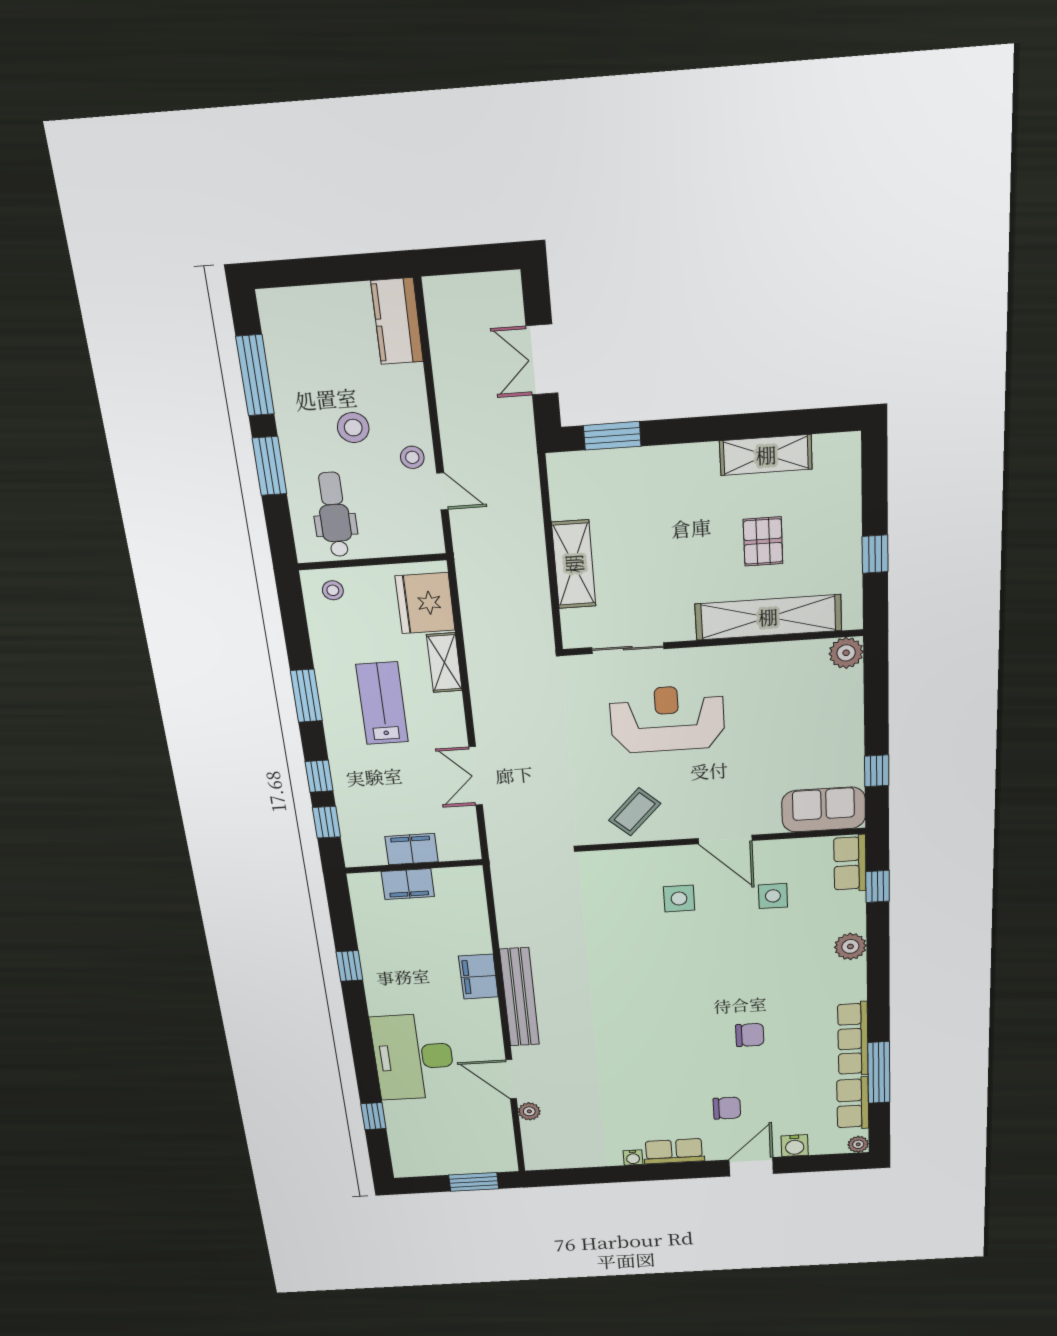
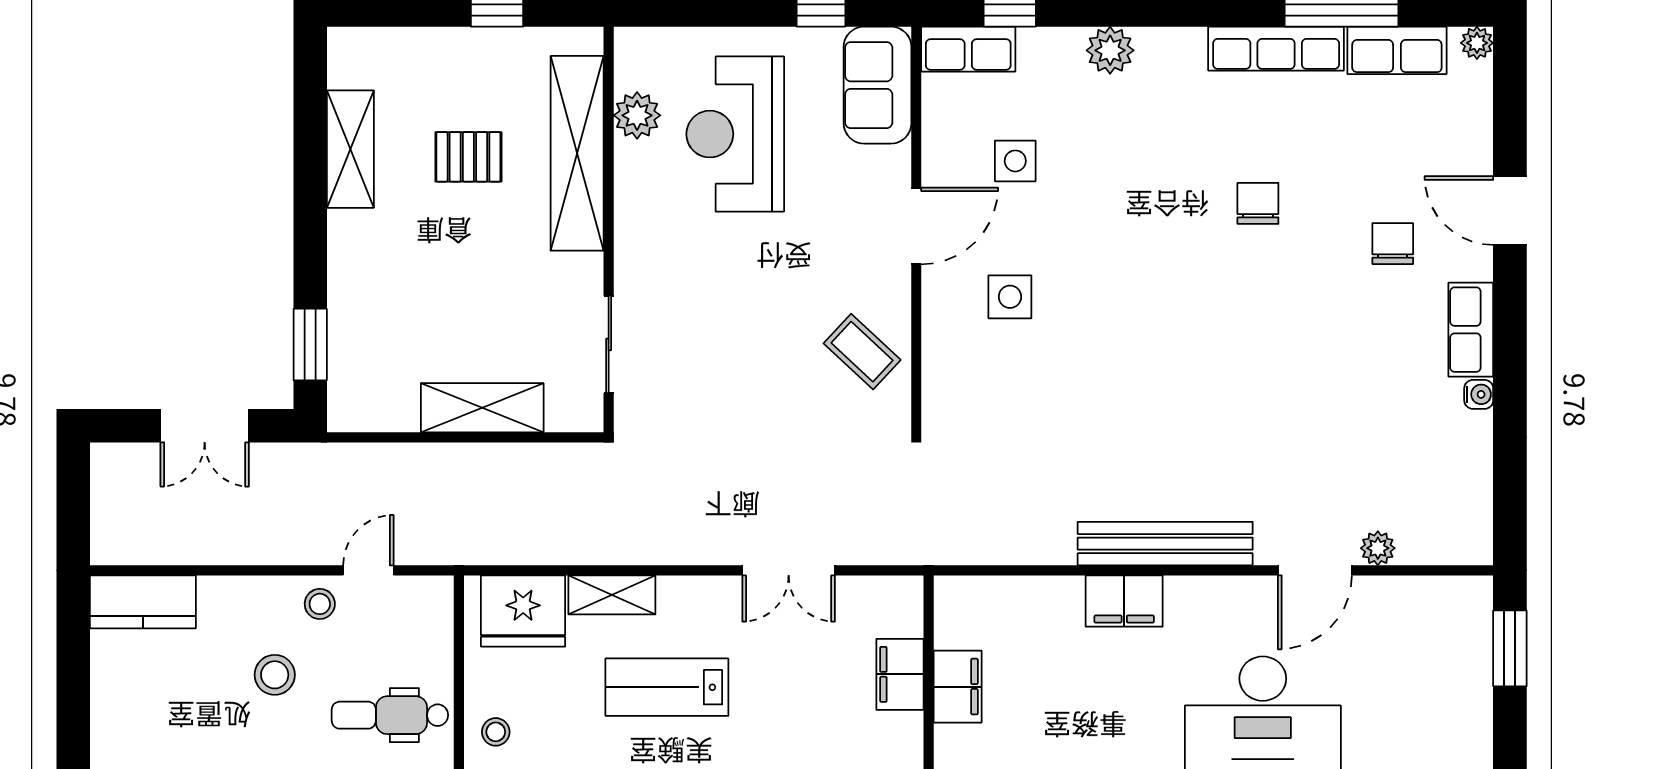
plant: (846, 653) -> (637, 115), moved
reception desk: (667, 719) -> (735, 134), moved
water cooler: (795, 1146) -> (1473, 142), removed

